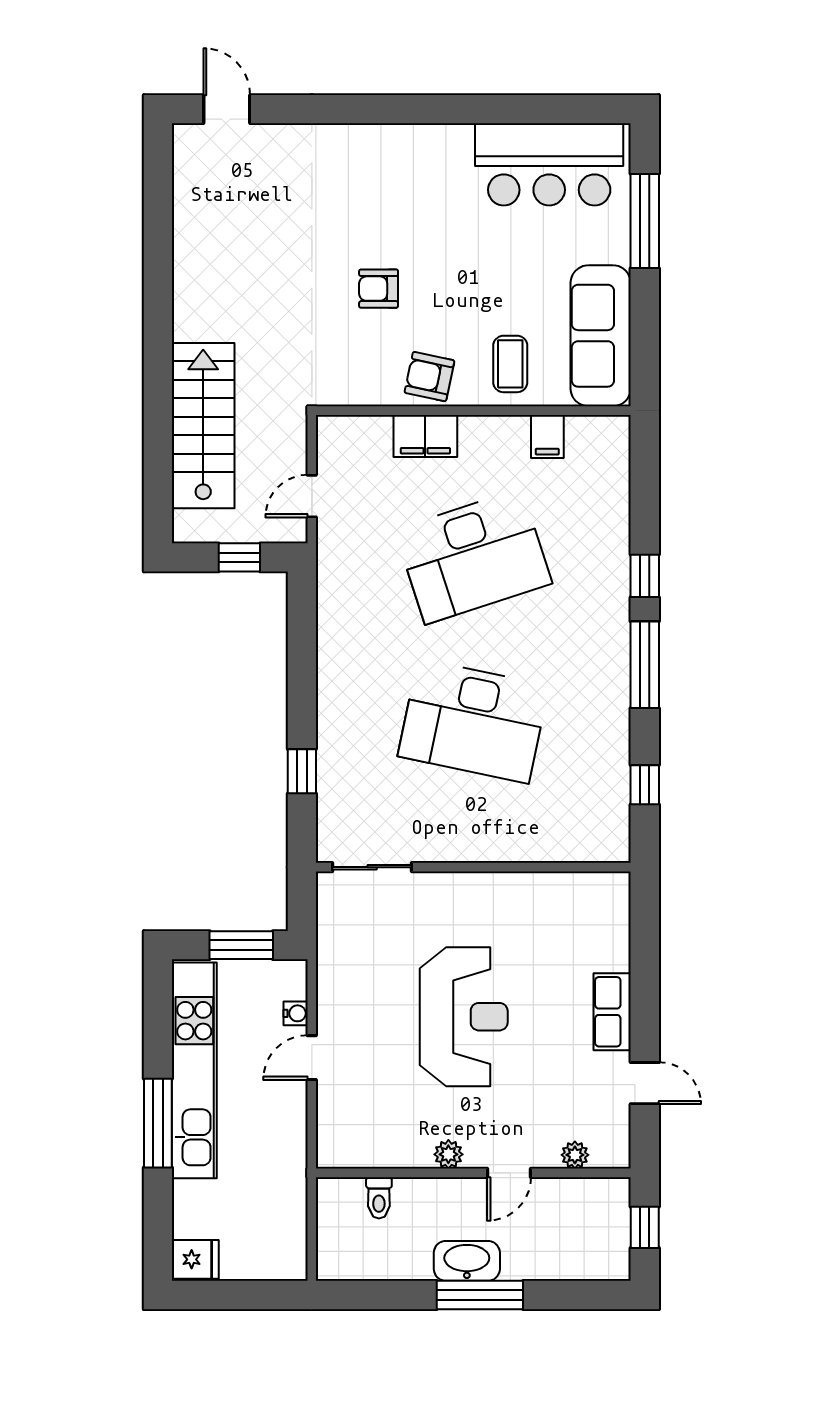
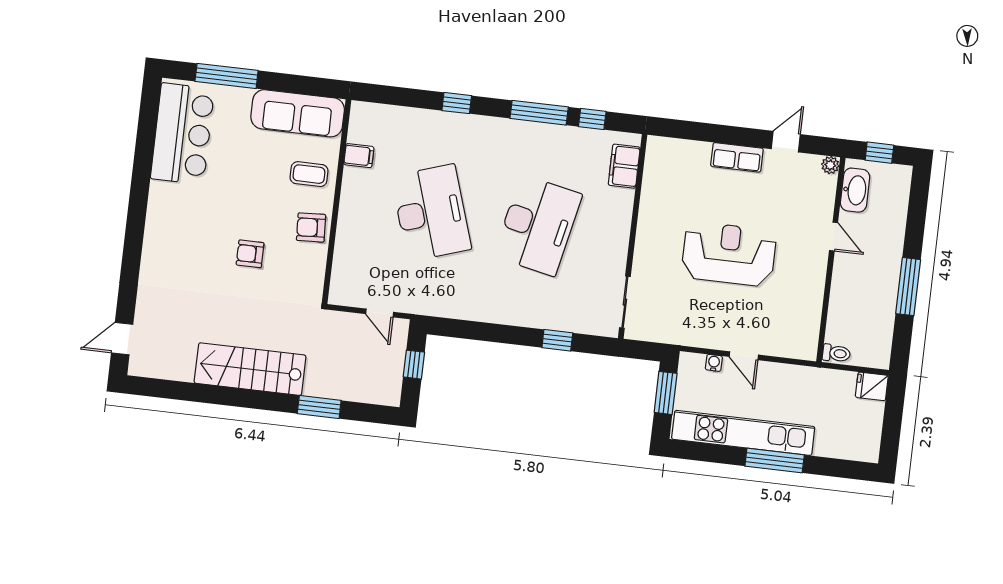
armchair: (379, 289) -> (250, 254), turned 90
armchair: (429, 377) -> (311, 227), turned 75
window: (158, 421) -> (319, 407), added
stairs: (203, 426) -> (250, 369), moved
filing cabinet: (425, 436) -> (624, 166), moved, turned 180
window: (645, 665) -> (539, 113), moved
plant: (448, 1154) -> (817, 274), removed
plant: (575, 1155) -> (830, 165), moved
toilet: (379, 1198) -> (836, 353), moved
fridge: (195, 1259) -> (872, 386), moved, turned -90
washbasin: (467, 1261) -> (855, 190), moved, turned 180
window: (480, 1295) -> (908, 287), moved

